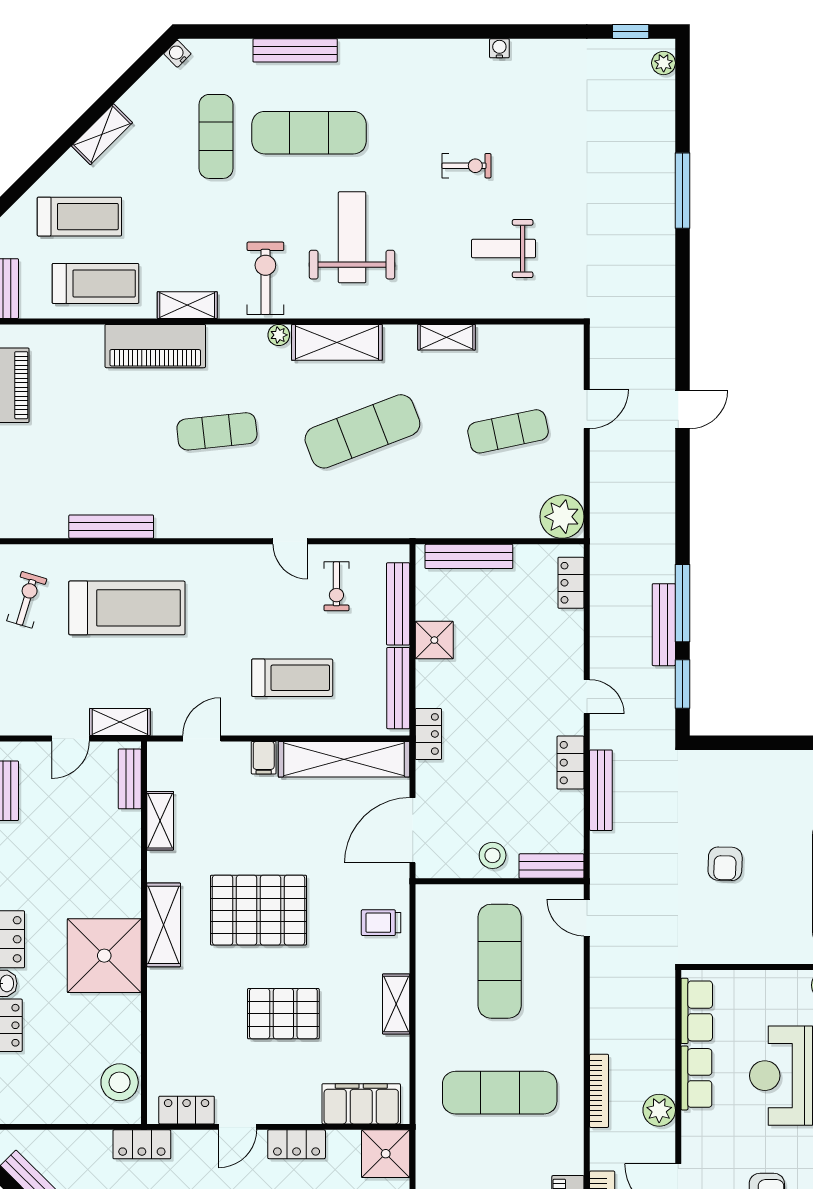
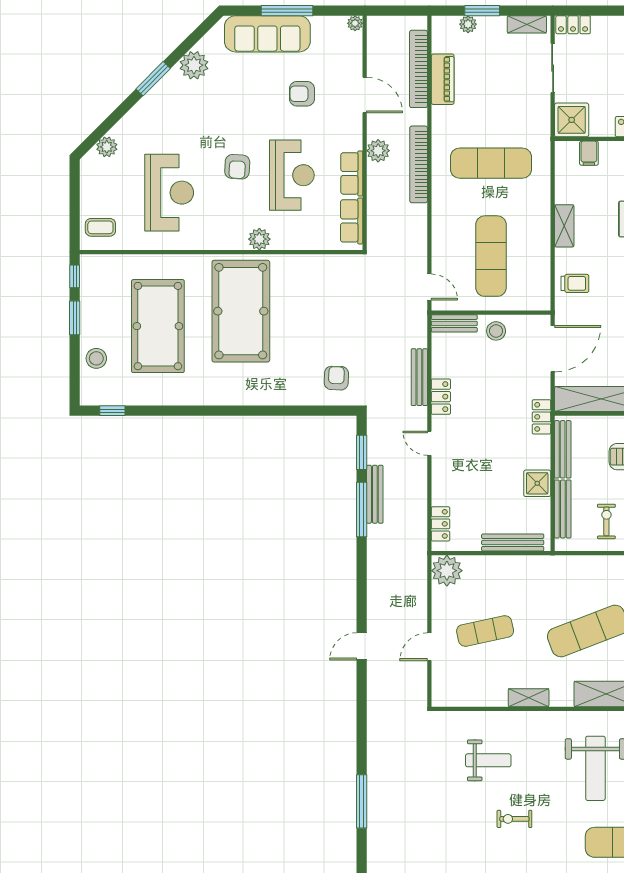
armchair: (725, 864) -> (336, 378), moved
bookcase: (599, 1091) -> (419, 164), width x1.48, depth x1.31
filing cabinet: (361, 1104) -> (589, 153), width x0.33, depth x0.86

